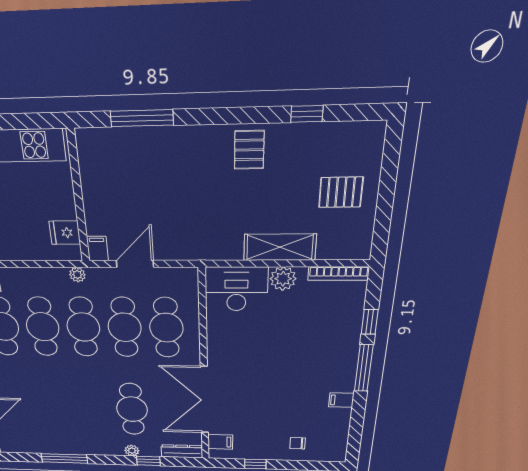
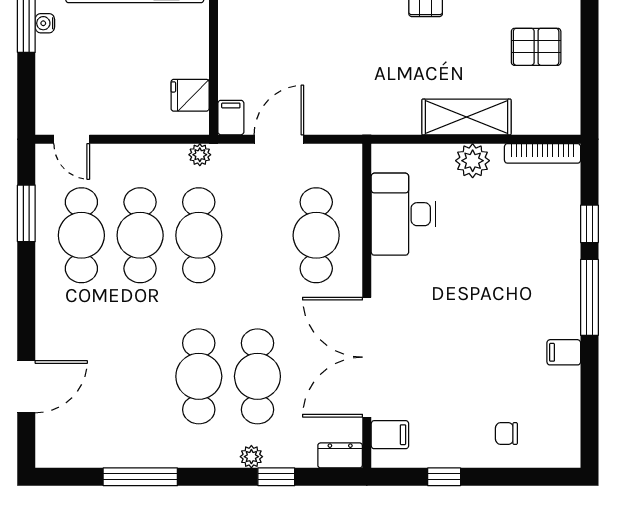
desk: (236, 289) -> (403, 214), moved, turned -90
cafe table: (125, 327) -> (199, 376), moved
dresser: (182, 451) -> (340, 455), width x0.70

